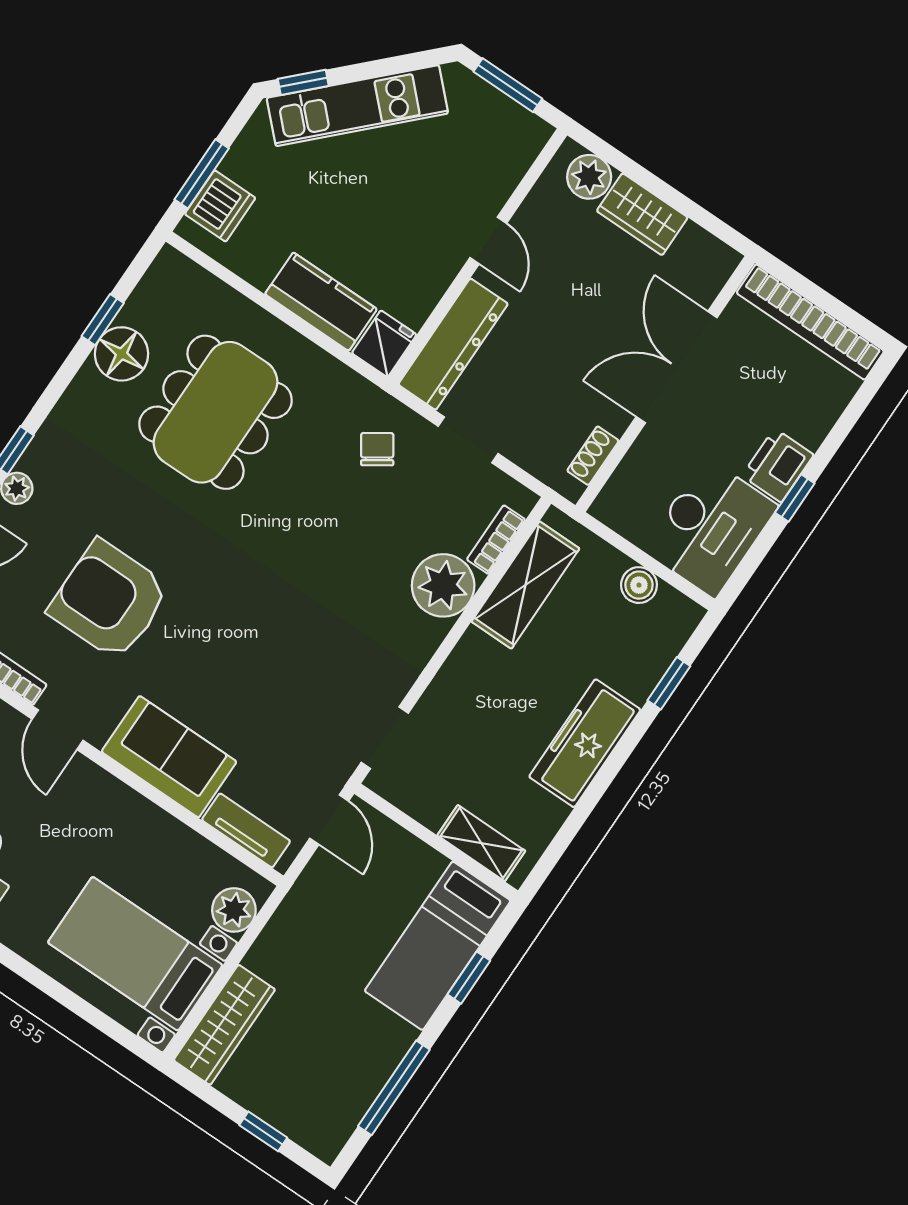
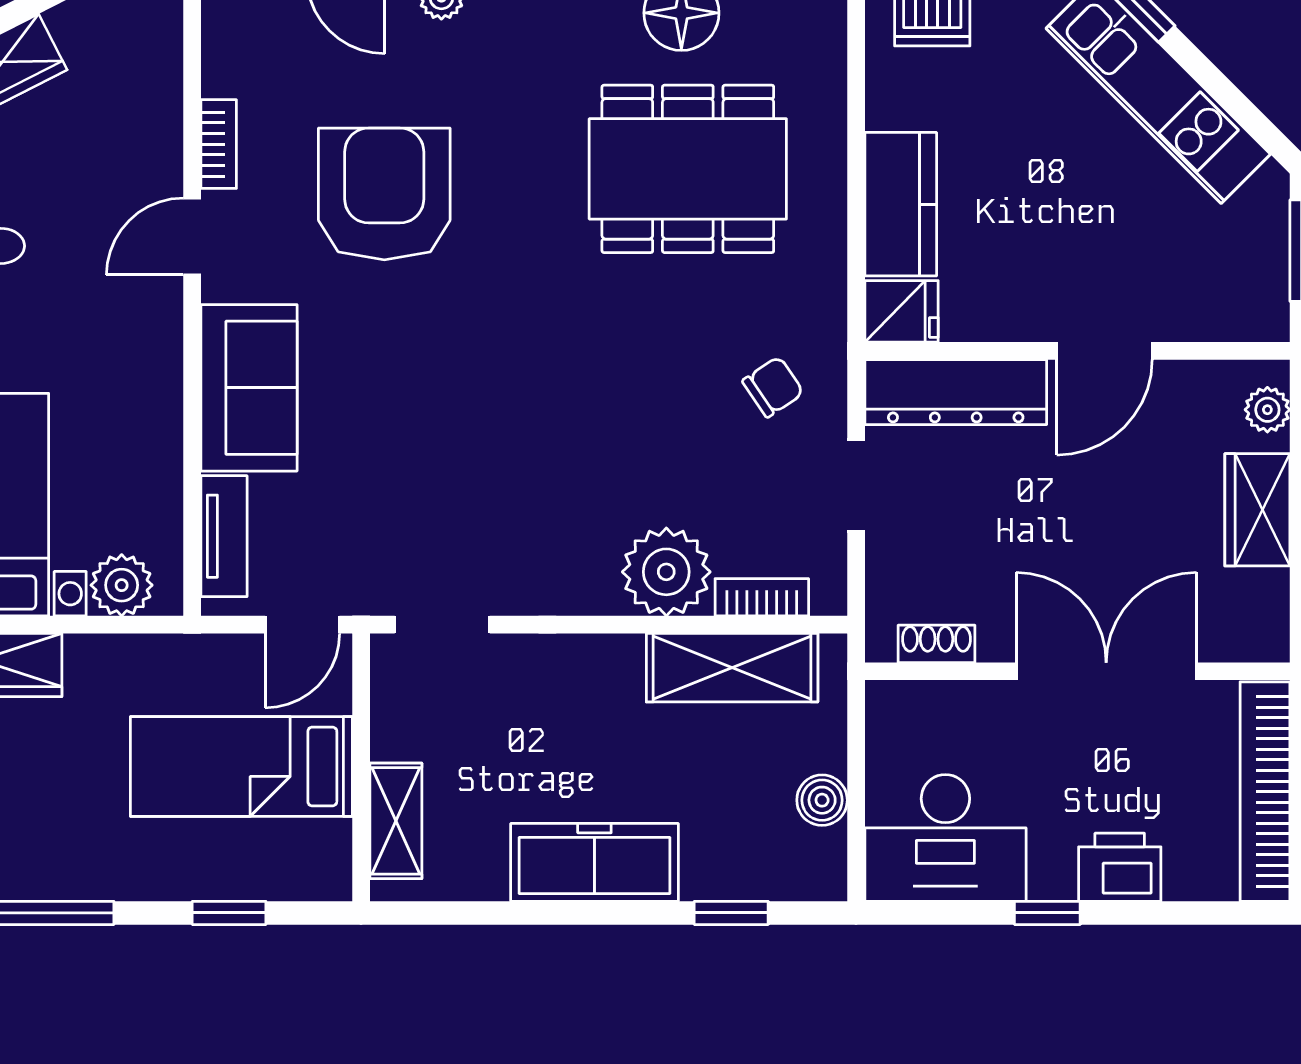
plant: (589, 177) -> (1267, 410), width x0.73, depth x0.73
door: (488, 241) -> (1105, 351), width x1.38
printer: (778, 465) -> (1120, 867), moved
bed: (438, 946) -> (241, 766), moved

